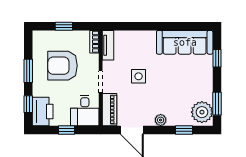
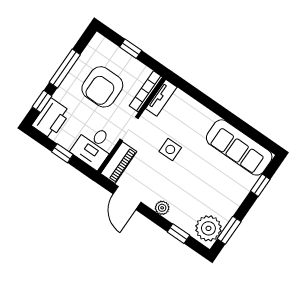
bookcase: (94, 42) -> (146, 91), width x1.56
armchair: (63, 66) -> (102, 87), turned -90
window: (28, 71) -> (65, 68), width x1.44

